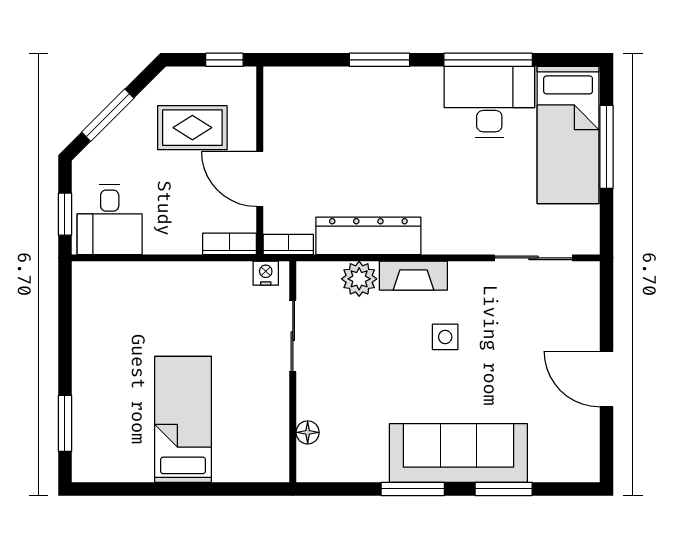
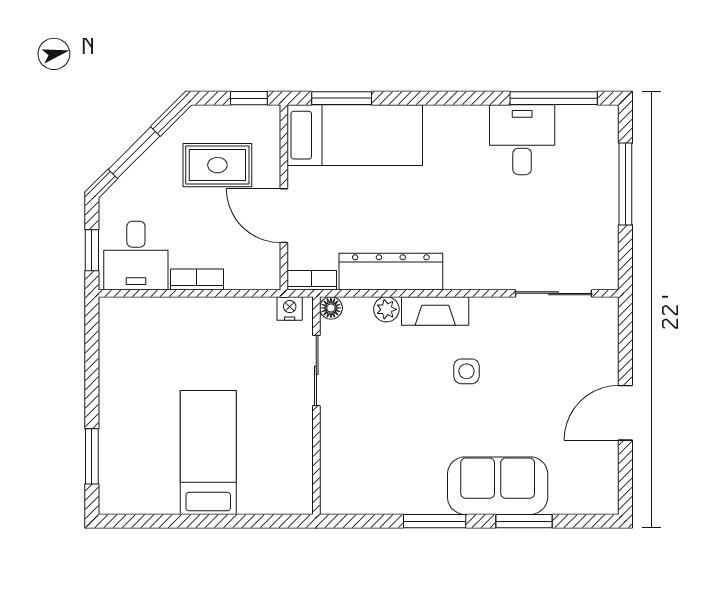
window: (380, 60) -> (342, 98), moved
window: (488, 60) -> (554, 98), moved
desk: (489, 102) -> (522, 140), width x0.73
bed: (568, 135) -> (355, 135), moved, turned -90
bookcase: (230, 244) -> (197, 280), moved
plant: (359, 279) -> (386, 309), width x0.73, depth x0.73
door: (606, 379) -> (625, 413), hinge flipped
floor lamp: (308, 432) -> (331, 308), moved
sofa: (458, 453) -> (498, 486), width x0.73

